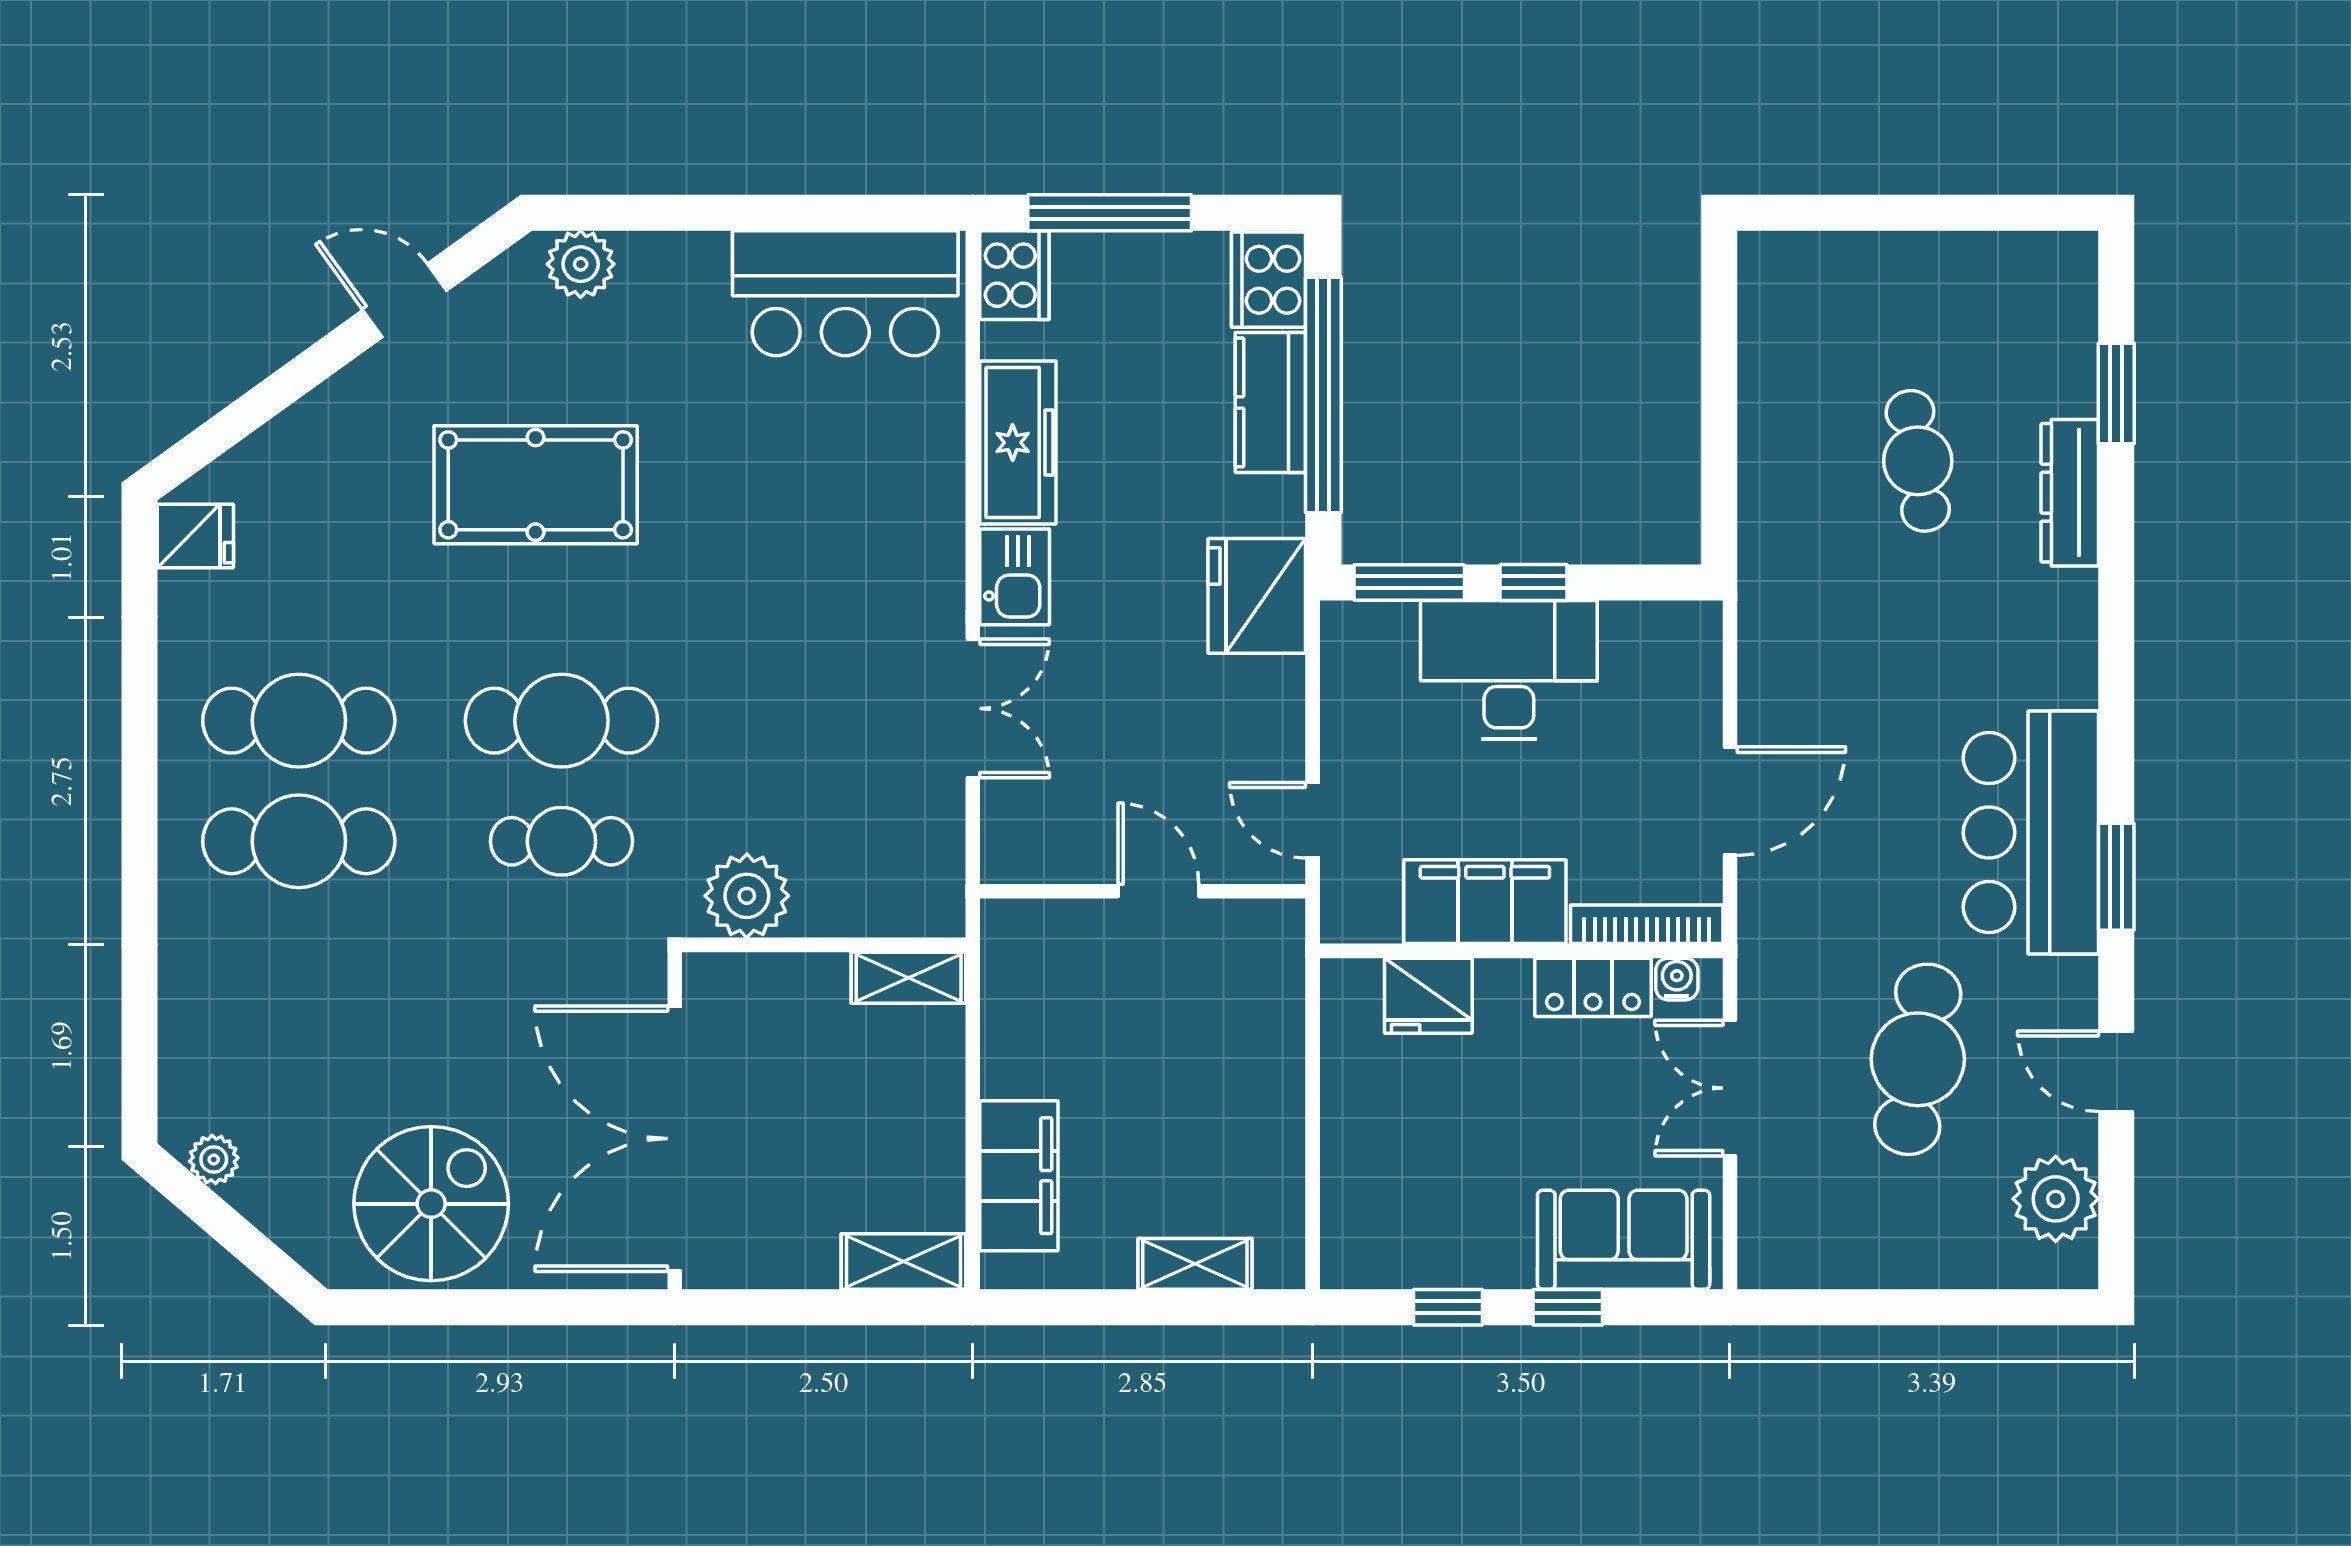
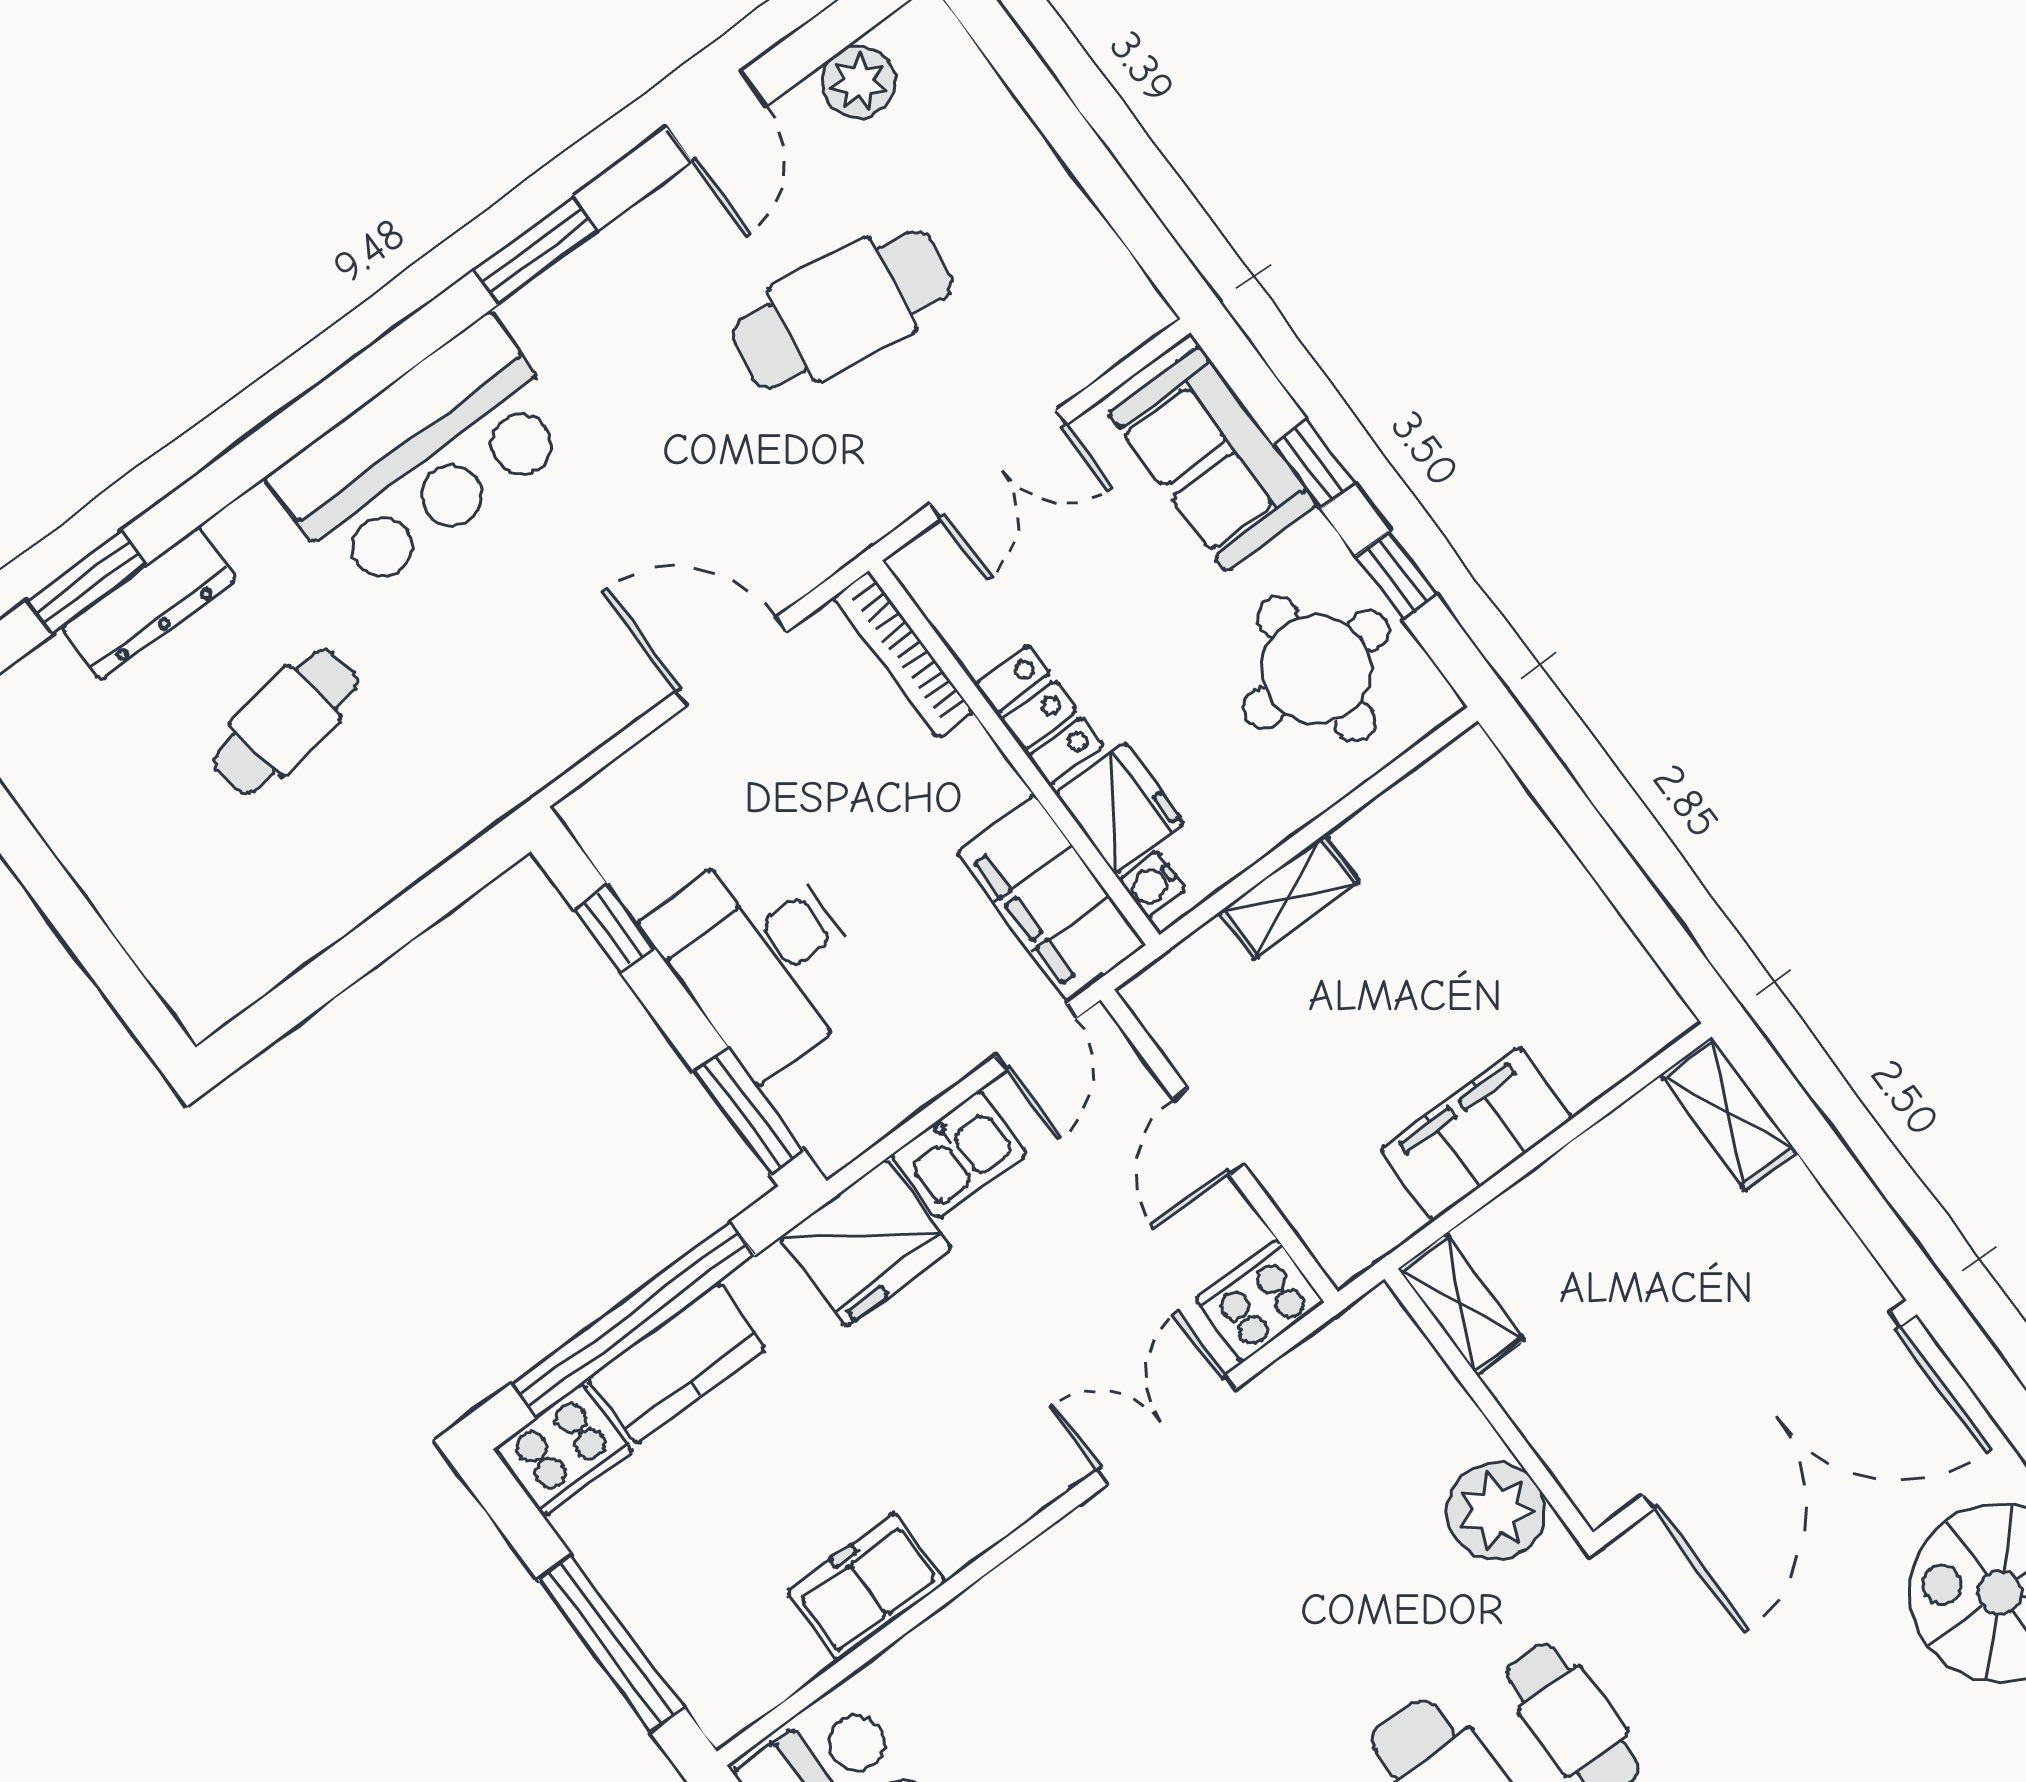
cooker: (1014, 275) -> (1260, 1301), moved
freezer: (1018, 443) -> (866, 1587), width x0.71
dresser: (2070, 493) -> (149, 603), moved
kitchen sink: (1015, 577) -> (959, 1154), moved, turned 180
window: (1533, 582) -> (614, 929), moved
bar counter: (2031, 833) -> (423, 457), moved
filing cabinet: (1485, 902) -> (1051, 899), moved
water cooler: (1677, 979) -> (1152, 885), moved
locker: (1593, 987) -> (1039, 715), moved
filing cabinet: (1019, 1176) -> (1476, 1134), moved
plant: (2056, 1199) -> (859, 82), width x0.73, depth x0.73
round table: (1424, 1204) -> (1316, 669), added
shelving: (1195, 1264) -> (1289, 897), moved, turned 90

